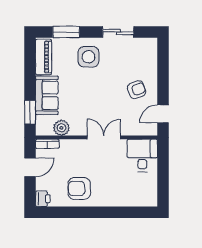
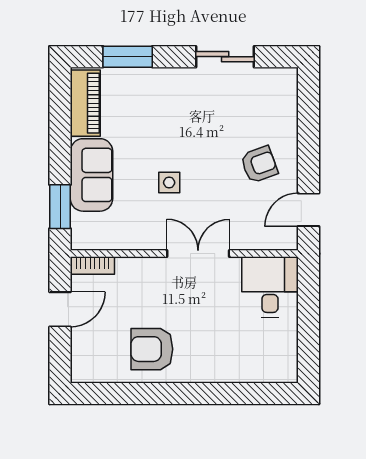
side table: (88, 57) -> (169, 183), moved, width x0.54, depth x0.54
plant: (61, 128) -> (119, 236), removed
printer: (43, 199) -> (84, 368), removed

